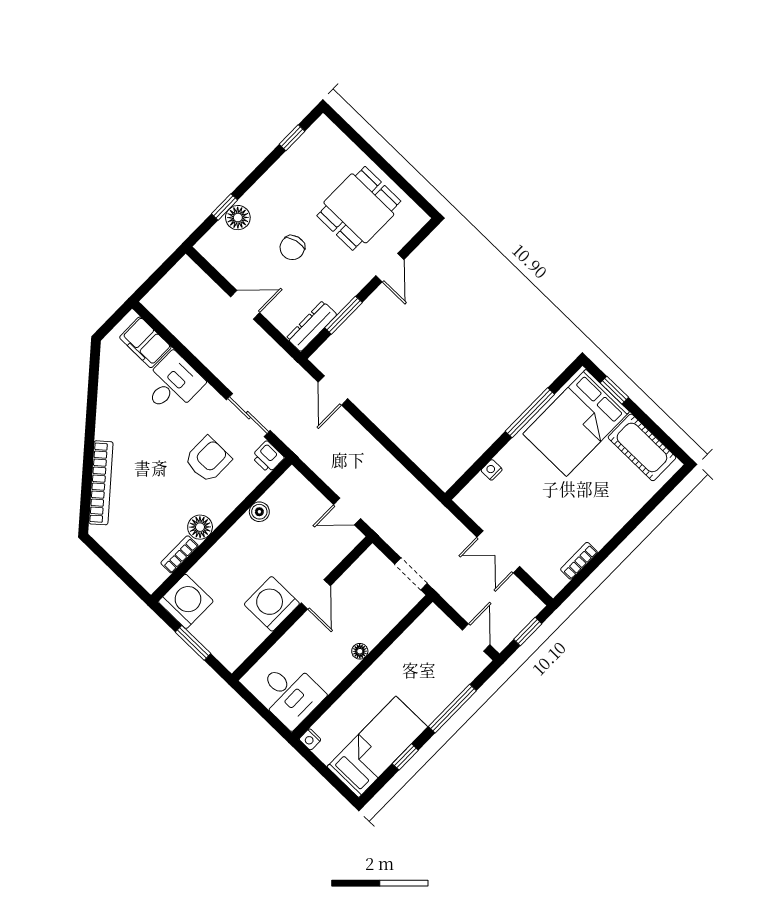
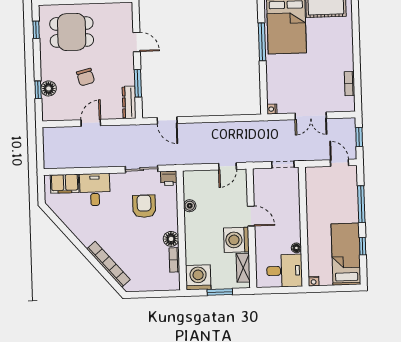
dining table: (359, 208) -> (72, 32), moved, turned 90
nightstand: (492, 470) -> (272, 109), moved
shelving: (247, 643) -> (243, 268), added
floor lamp: (360, 651) -> (296, 248), moved

